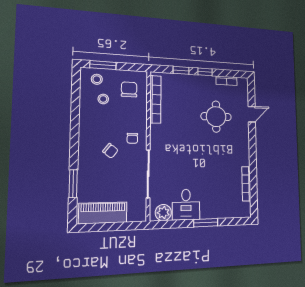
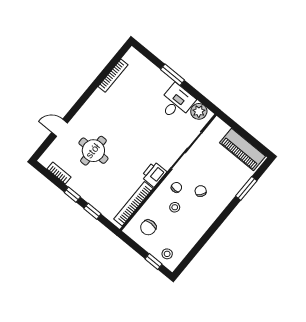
window: (103, 65) -> (154, 262), width x0.67
stool: (103, 99) -> (175, 207), moved
printer: (158, 135) -> (154, 174), added

